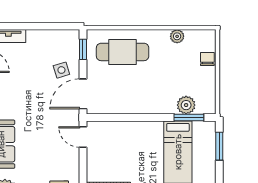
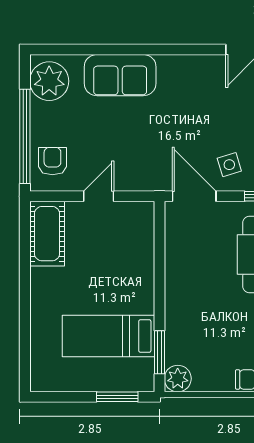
plant: (186, 105) -> (178, 379), moved
door: (83, 137) -> (99, 196), moved

